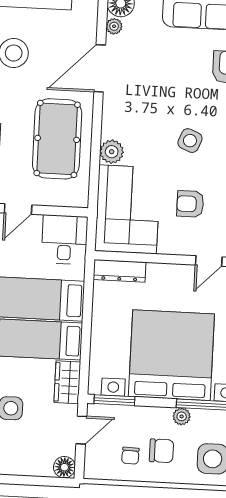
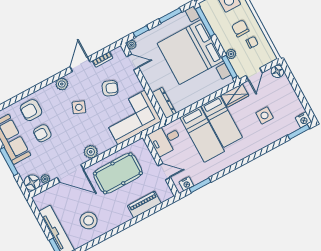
armchair: (184, 63) -> (42, 133), added
plant: (112, 152) -> (91, 152), moved
armchair: (190, 204) -> (110, 88), turned -68
plant: (182, 416) -> (231, 54), moved
door: (81, 430) -> (254, 74), swing flipped

